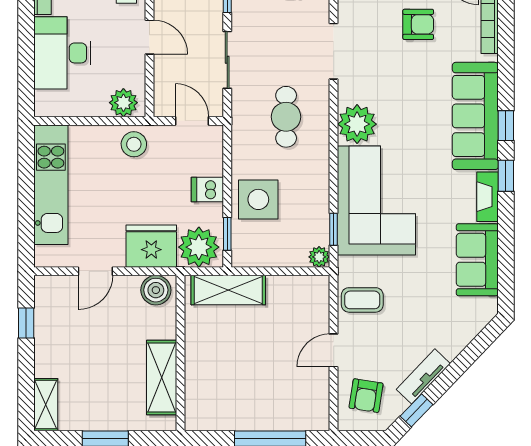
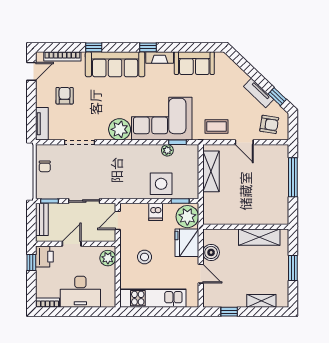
cafe table: (286, 117) -> (116, 169), removed
window: (506, 126) -> (94, 47), moved
stool: (134, 144) -> (145, 257), moved
plant: (319, 257) -> (167, 150), moved
boiler: (156, 290) -> (211, 252), moved
shelving: (228, 290) -> (211, 171), moved
coffee table: (362, 300) -> (216, 126), turned 90
shelving: (46, 405) -> (261, 301), moved

